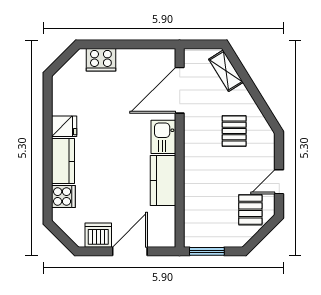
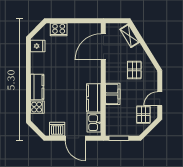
fridge: (64, 126) -> (38, 46), moved
kitchen sink: (163, 137) -> (94, 123), moved
filing cabinet: (196, 173) -> (113, 94), added
door: (130, 251) -> (75, 138), swing flipped

